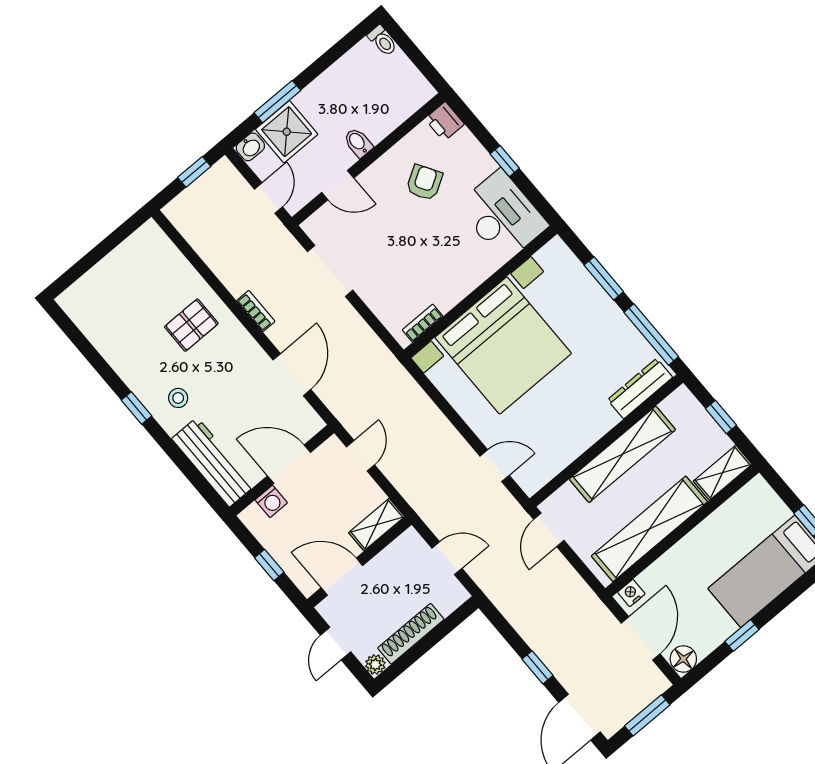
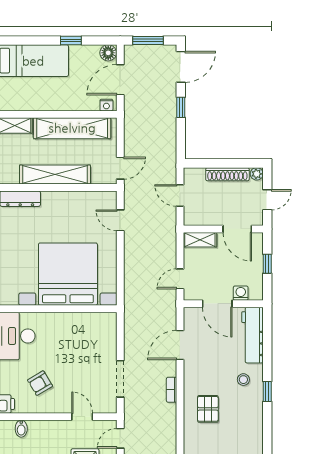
bidet: (358, 143) -> (21, 429), moved
bookcase: (423, 323) -> (97, 317), removed
pallet: (191, 325) -> (208, 409), turned 90

